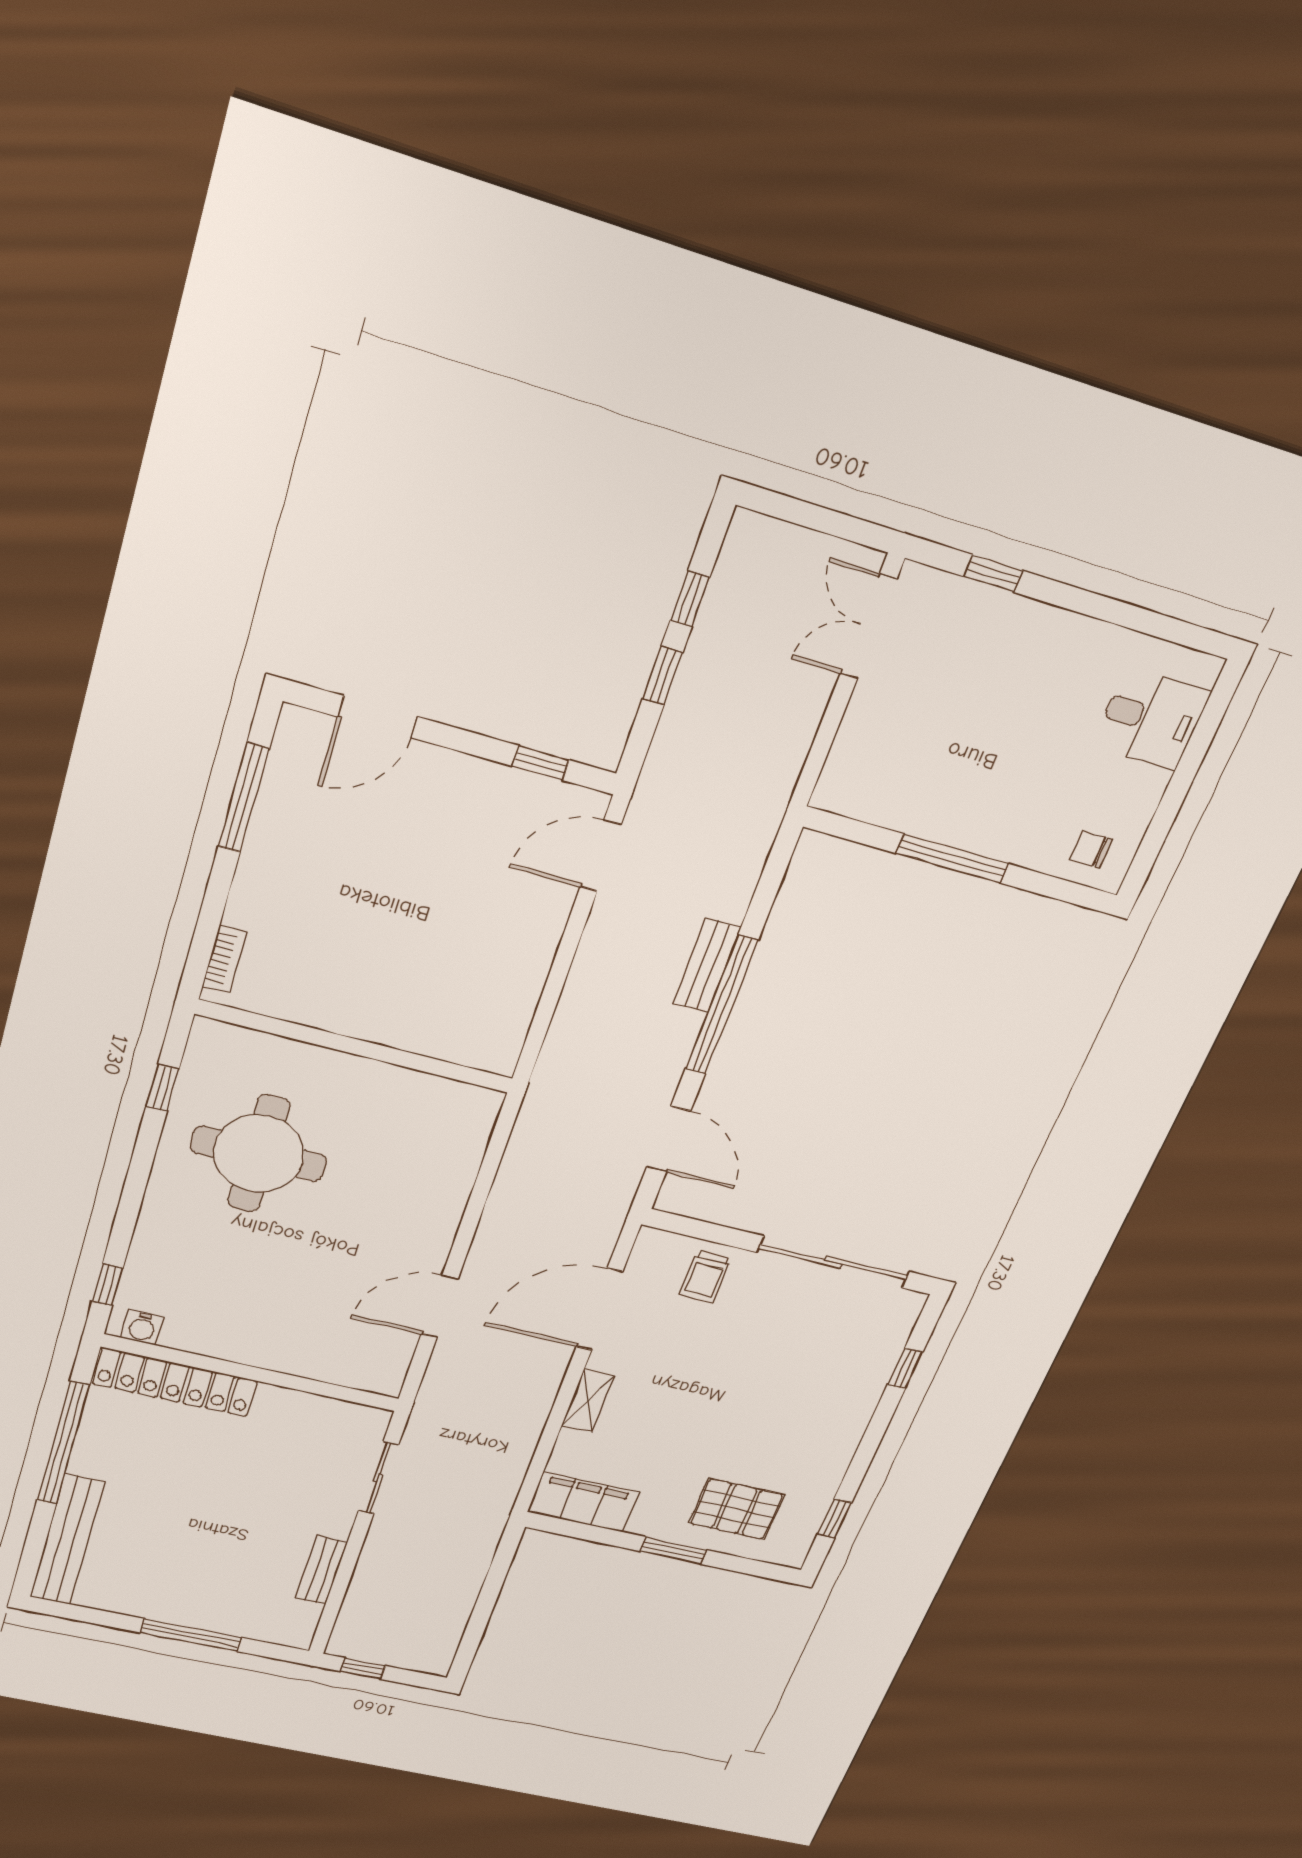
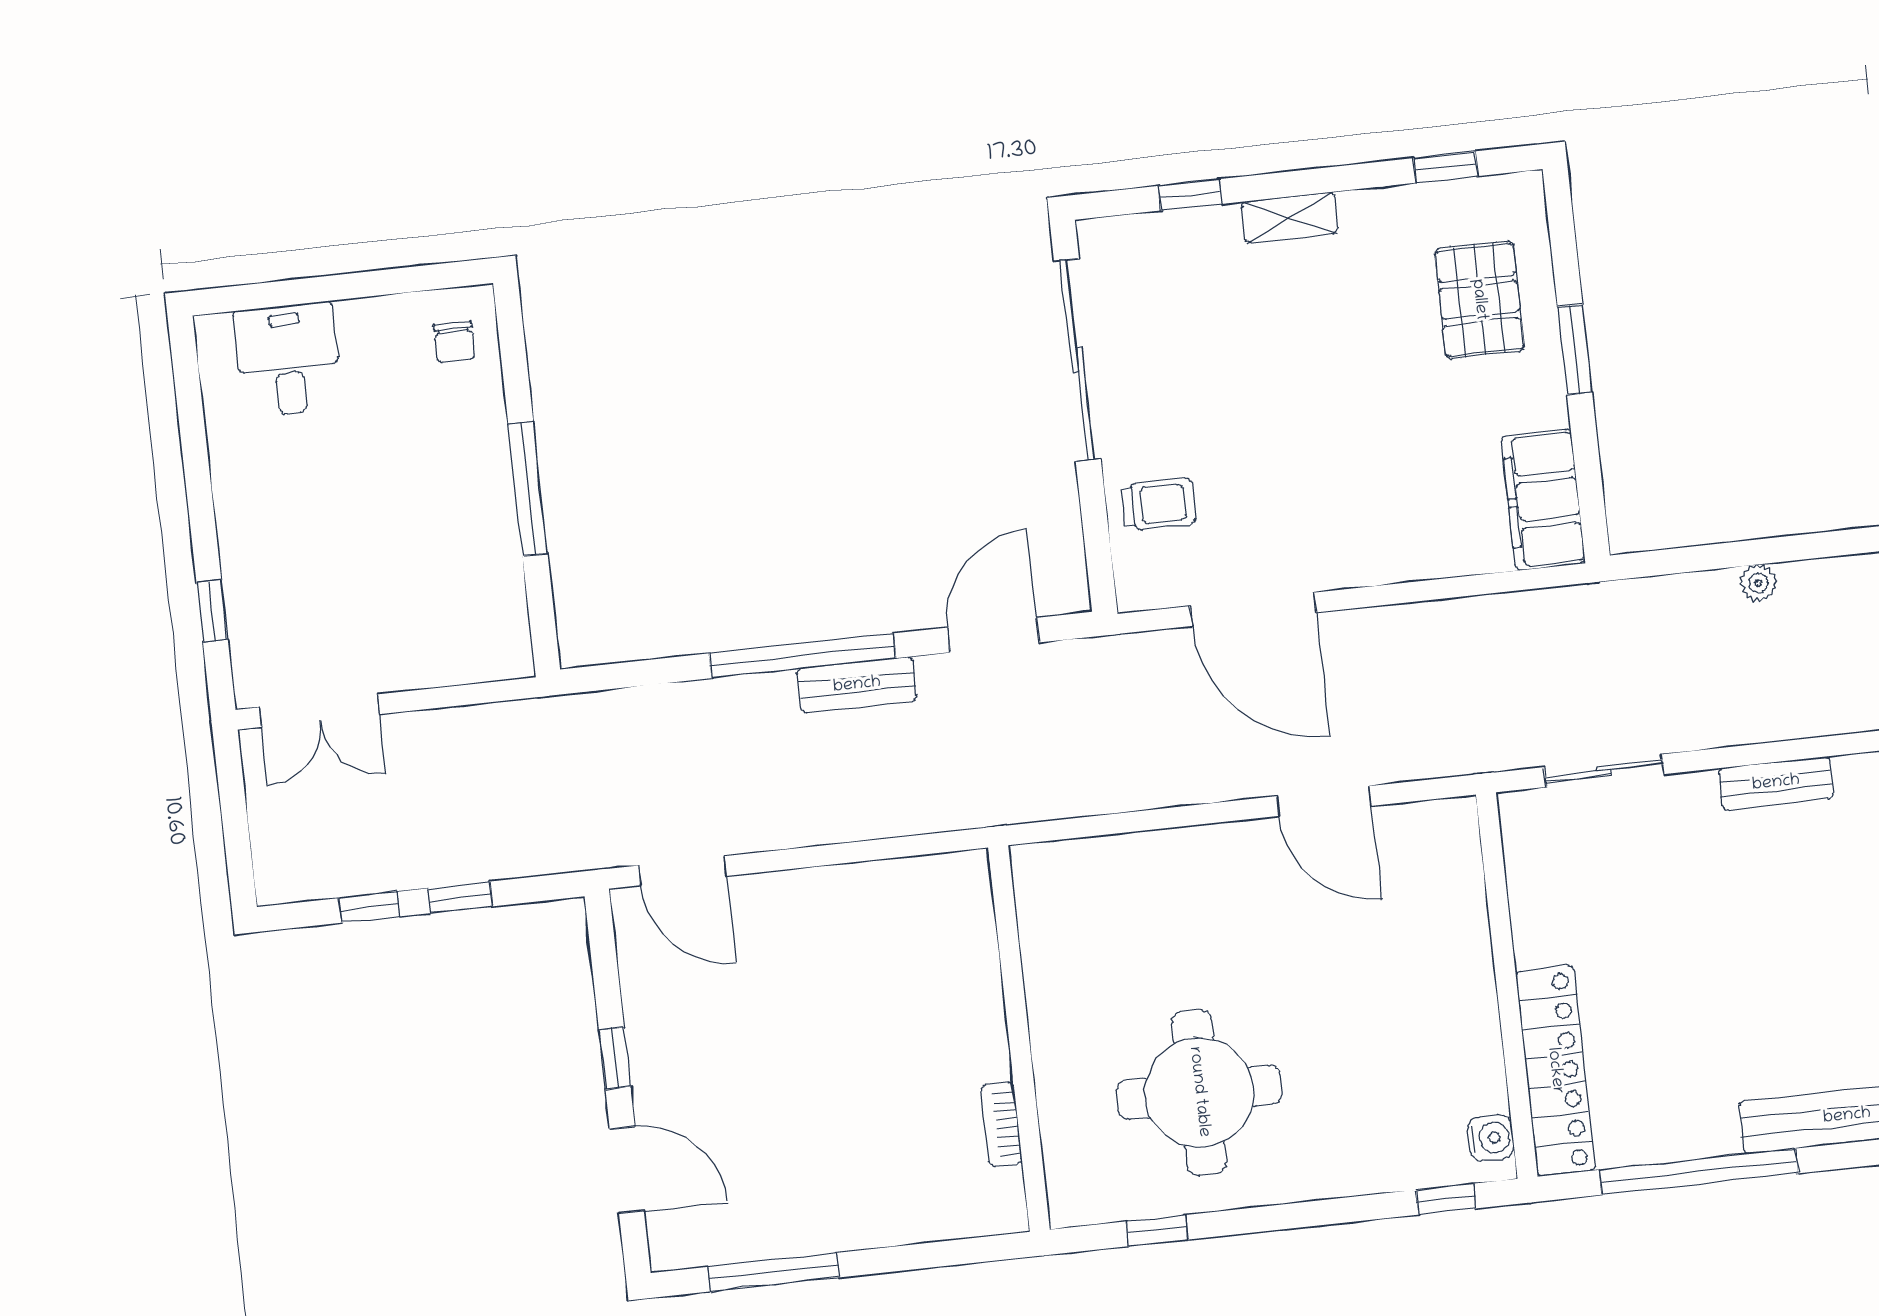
window: (541, 763) -> (615, 1058), moved
bookcase: (224, 959) -> (1002, 1124), moved, turned -90
bench: (707, 965) -> (857, 685), moved
shelving: (588, 1401) -> (1289, 218), moved
plant: (463, 1601) -> (1758, 583), added

